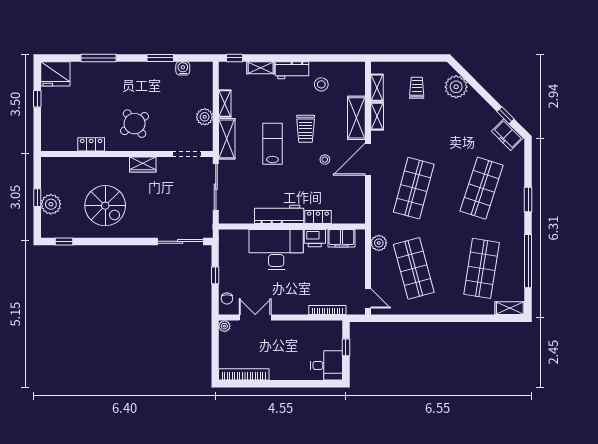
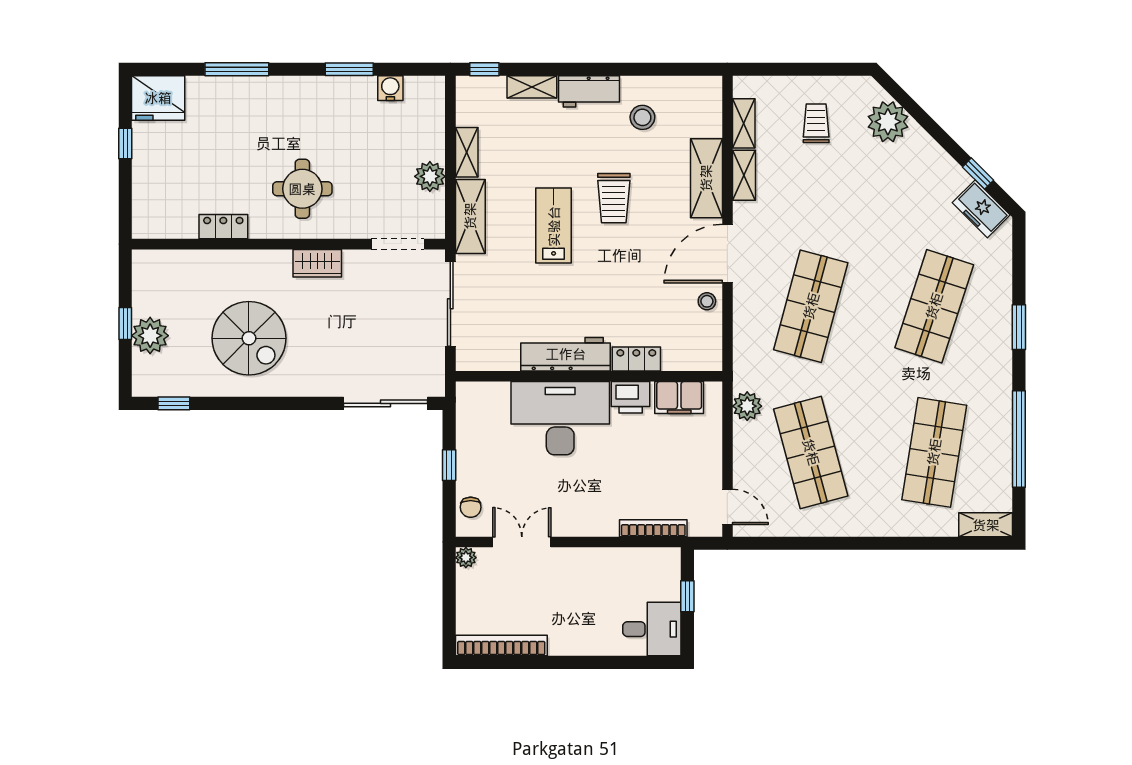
round table: (135, 124) -> (302, 189), turned 36
stool: (325, 160) -> (707, 301), moved

